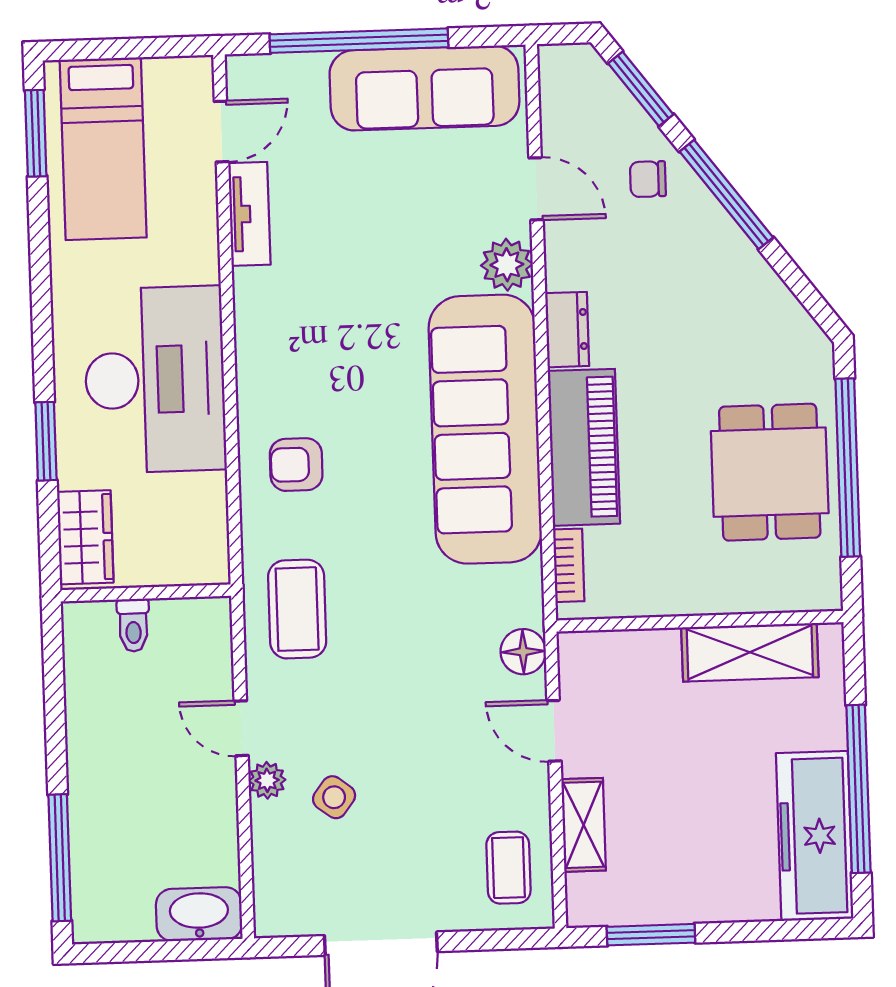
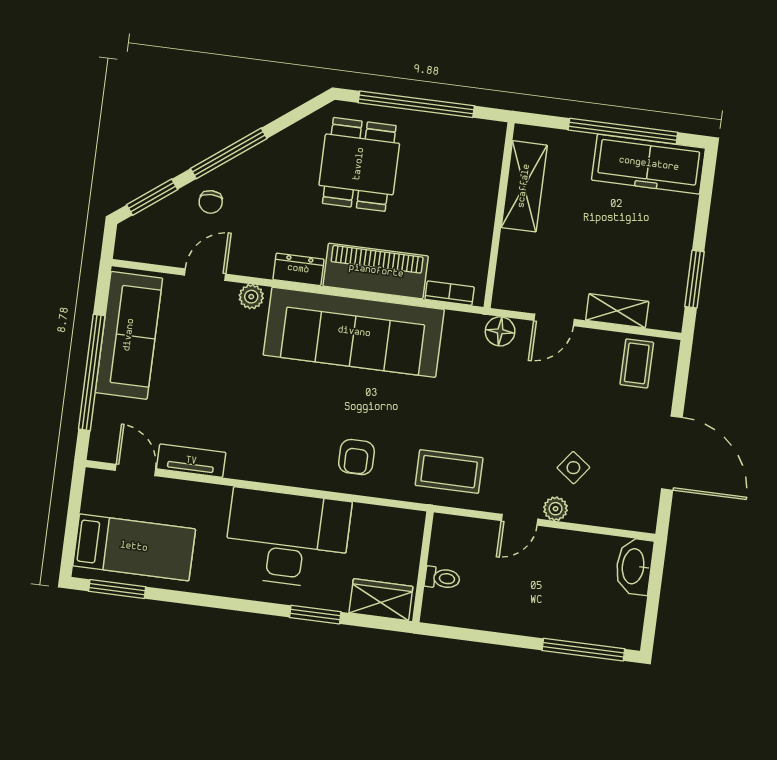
plant: (507, 265) -> (251, 297), width x0.73, depth x0.73
dining table: (770, 472) -> (359, 164), moved, turned 90
coffee table: (508, 868) -> (637, 363), turned 90

